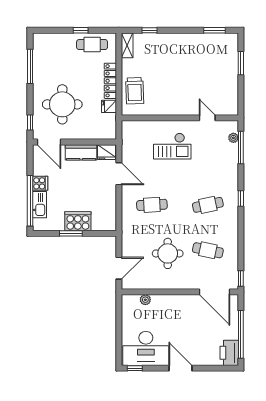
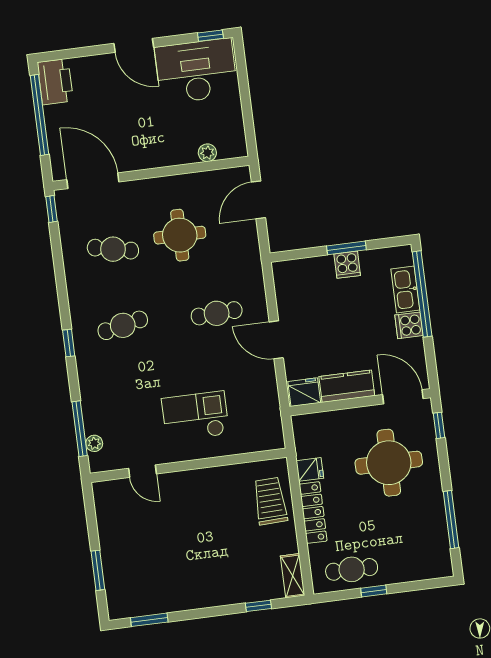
door: (119, 174) -> (276, 340), moved
cooker: (78, 221) -> (347, 265), width x0.53, depth x0.76

